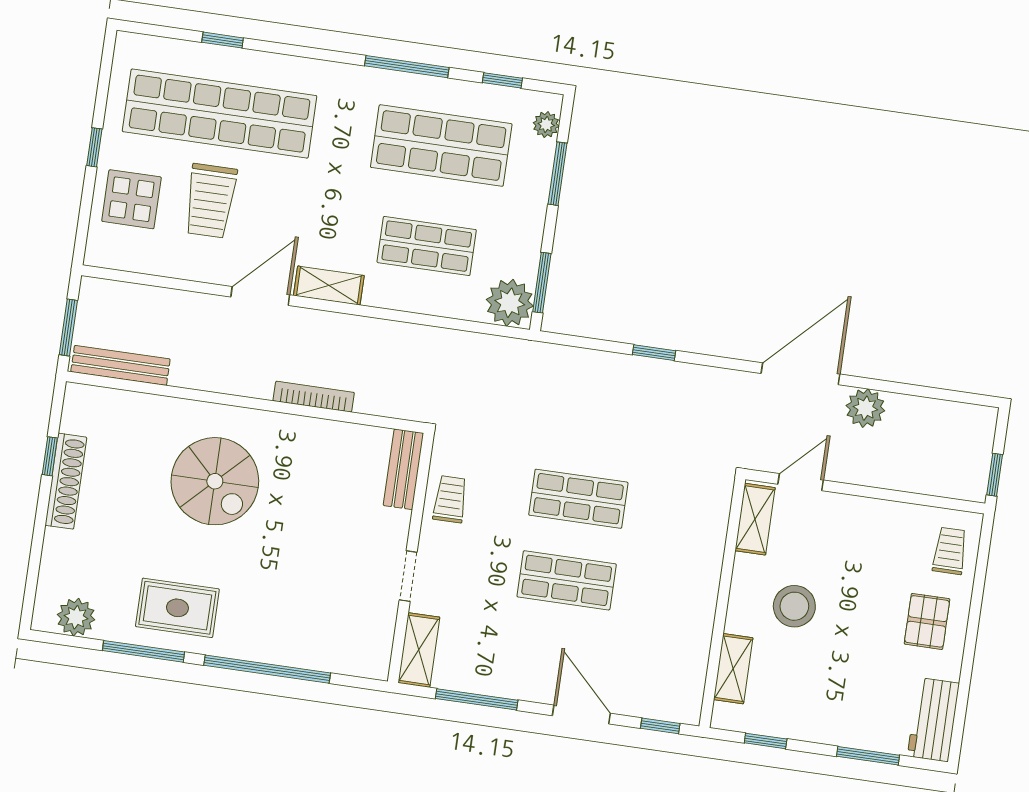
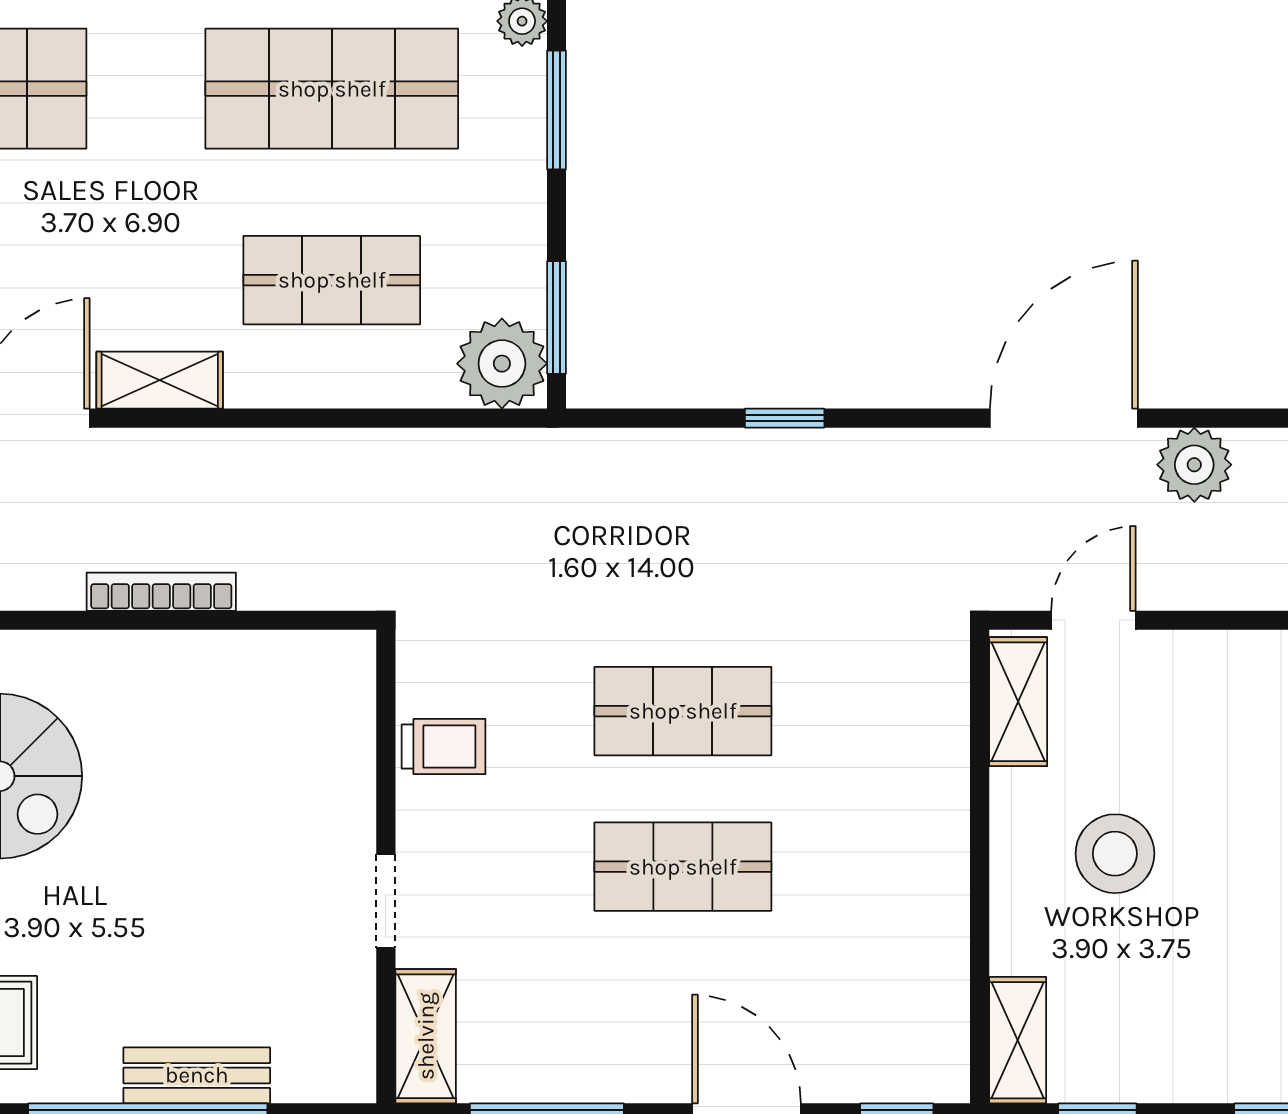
bench: (403, 469) -> (197, 1075), moved, turned 90
trolley: (450, 499) -> (444, 747), turned 90
shelving: (733, 669) -> (1018, 1040), moved

